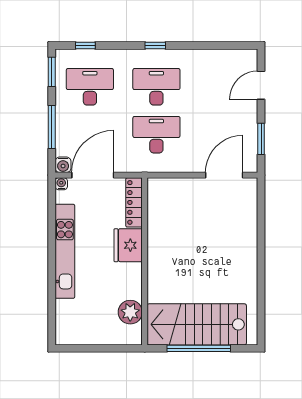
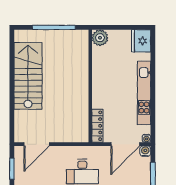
fridge: (128, 245) -> (141, 41), moved, turned 180
plant: (130, 312) -> (100, 38), moved
stairs: (197, 324) -> (28, 76), moved, turned -90

